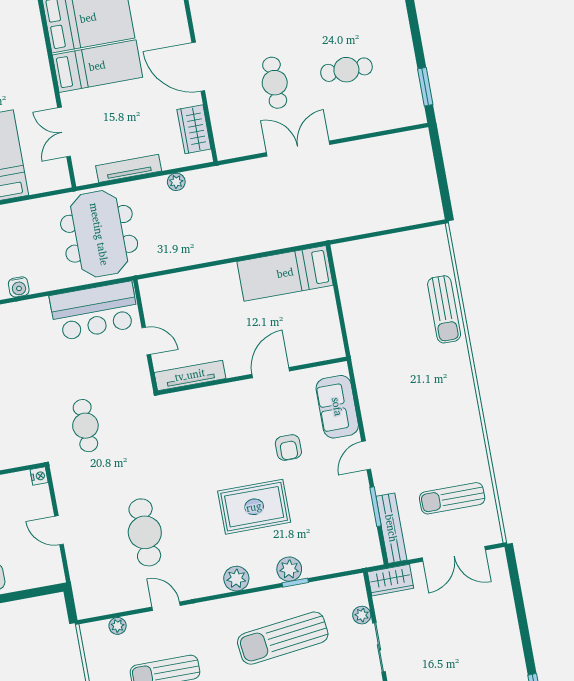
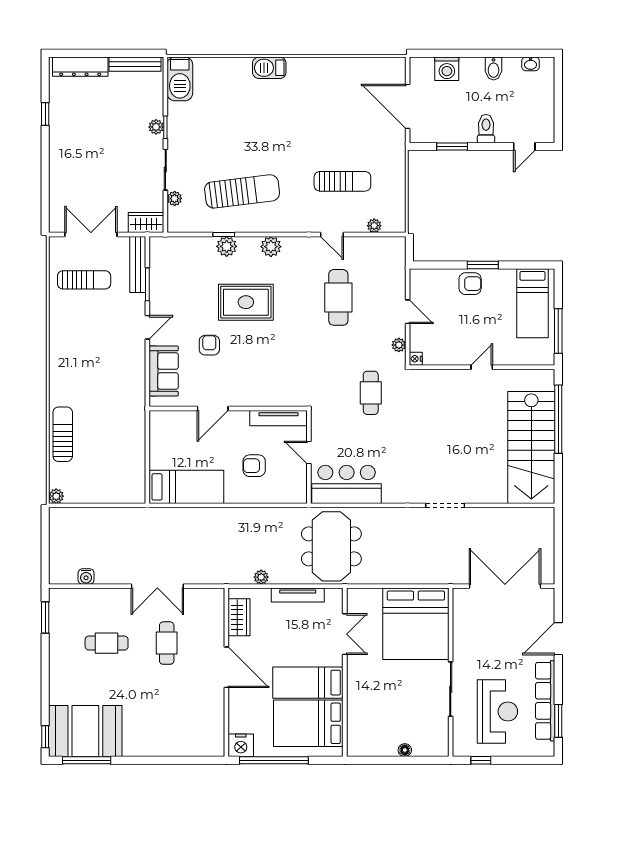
plant: (438, 234) -> (56, 496), added
water cooler: (19, 287) -> (86, 576), moved, turned 180
armchair: (209, 313) -> (254, 466), added
plant: (62, 489) -> (399, 345), added

